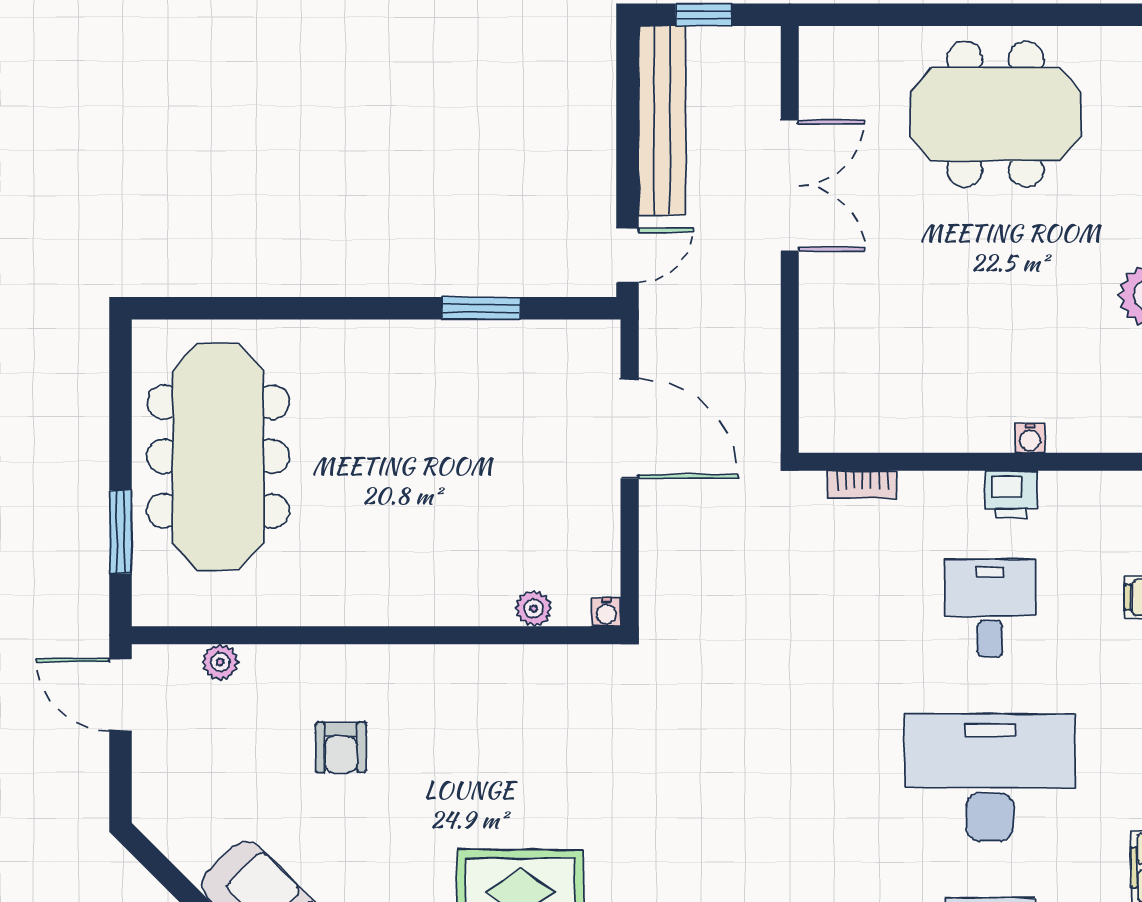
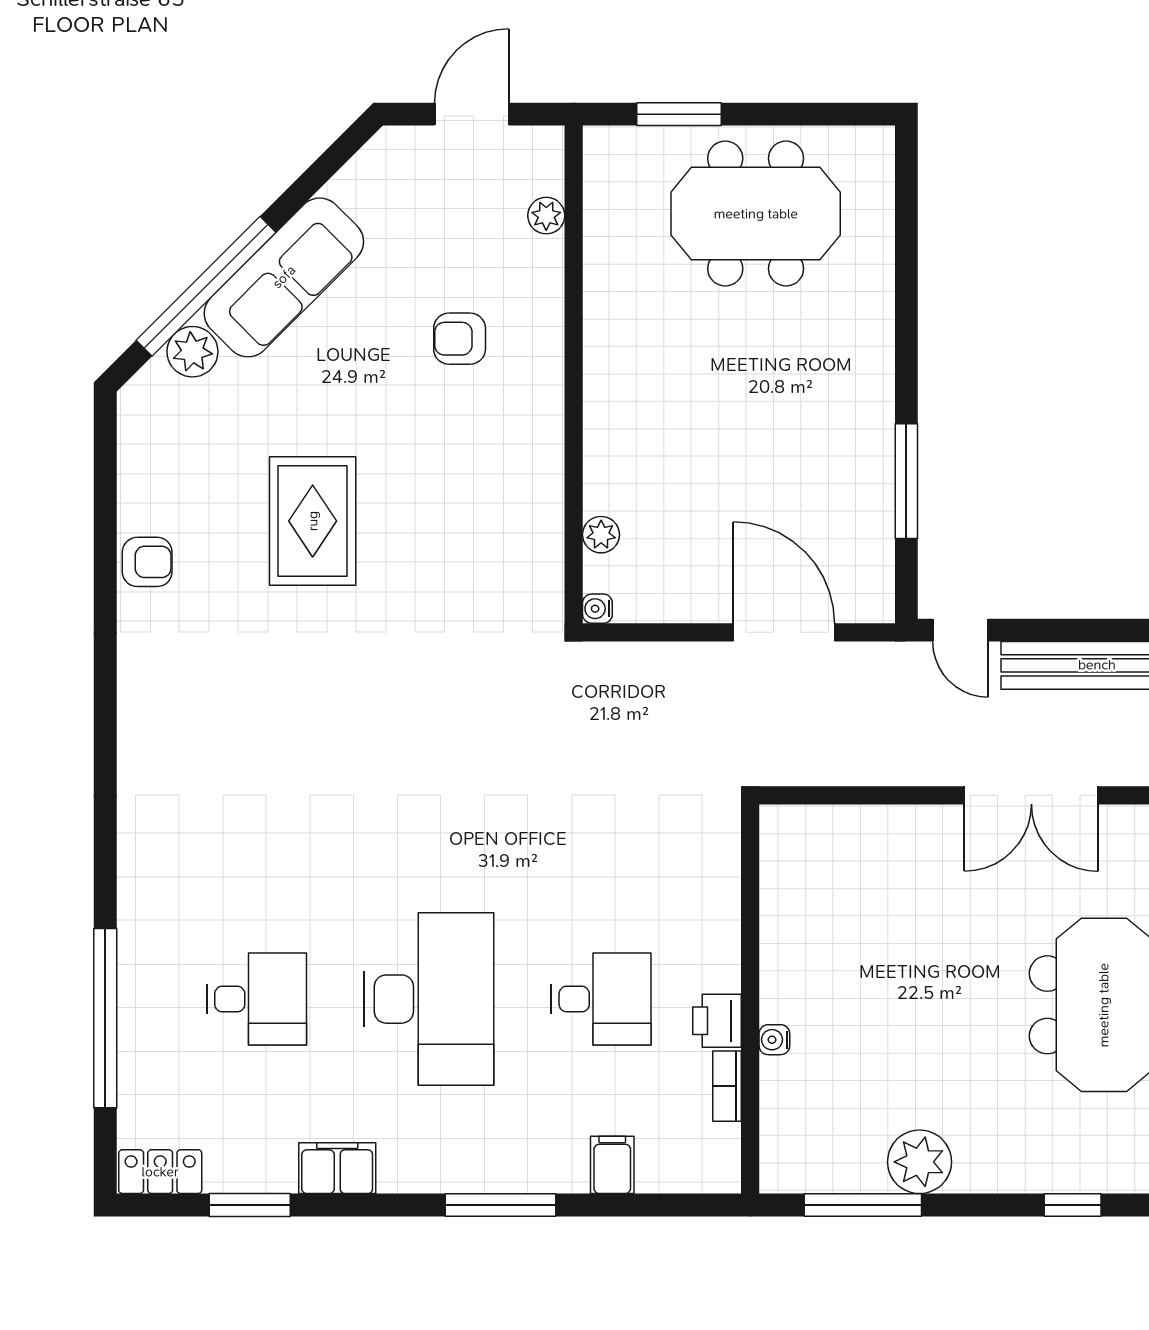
window: (481, 308) -> (906, 481), width x1.44
door: (630, 429) -> (784, 632), swing flipped
meeting table: (218, 456) -> (756, 214), width x0.73
bookcase: (862, 485) -> (727, 1086), moved
door: (120, 694) -> (472, 114), moved

